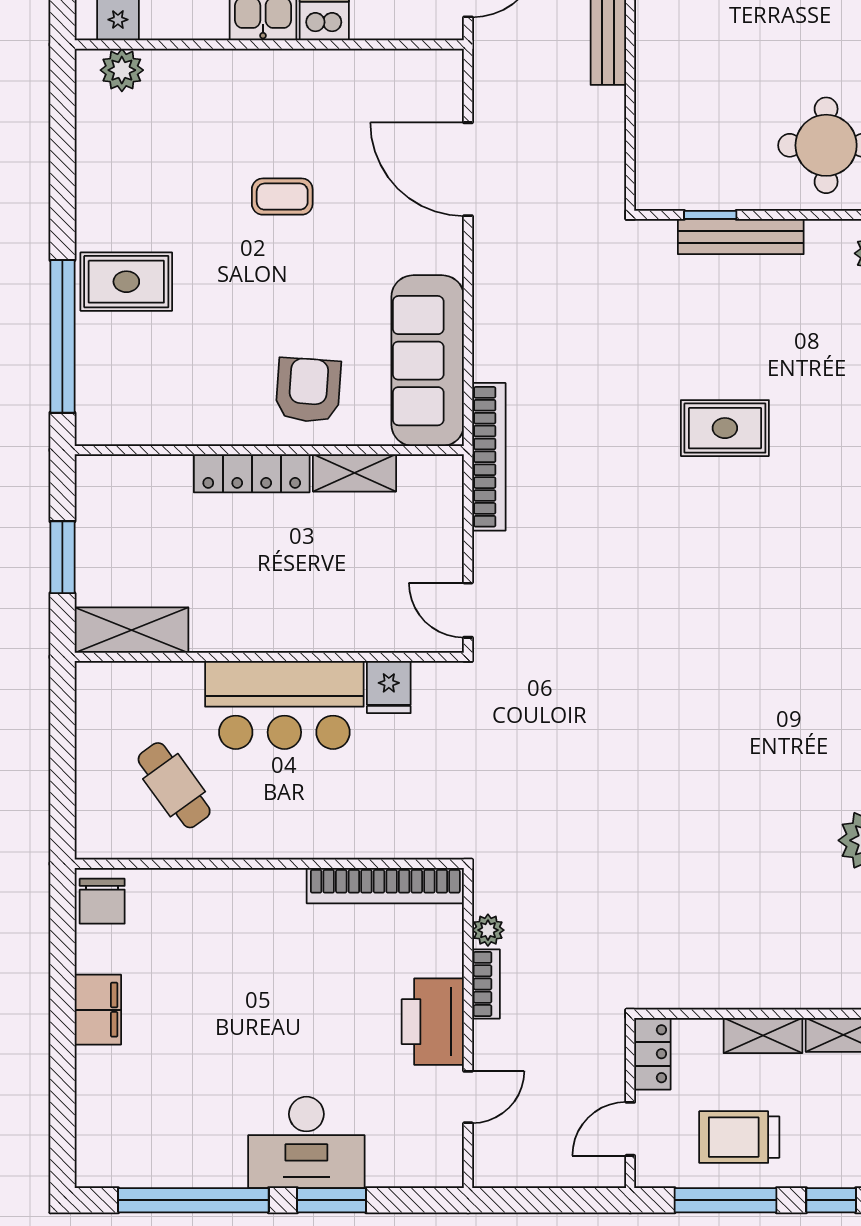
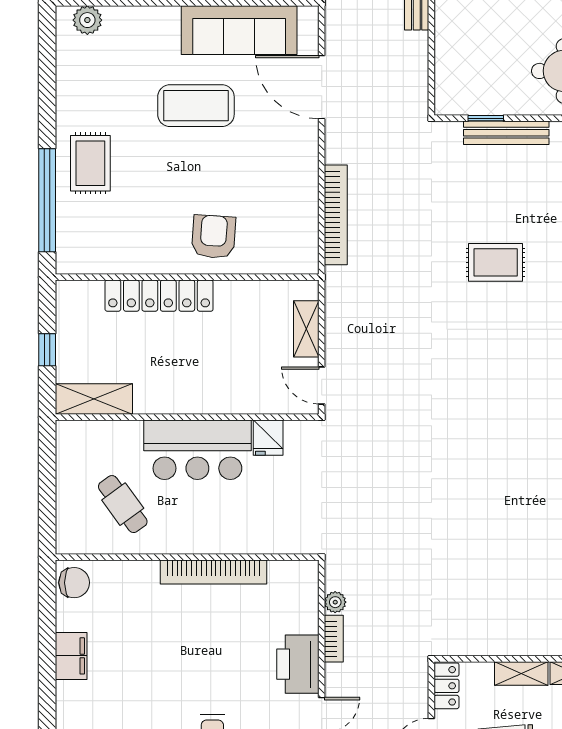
coffee table: (282, 197) -> (196, 106), width x1.86, depth x1.72
rug: (126, 282) -> (90, 163), turned 90
sofa: (428, 361) -> (239, 30), moved, turned -90
bookcase: (489, 457) -> (336, 215), moved
locker: (252, 473) -> (159, 296), width x1.41, depth x1.21
shelving: (354, 473) -> (306, 329), moved, turned 90
window: (62, 557) -> (47, 350), width x0.67
bookcase: (385, 886) -> (213, 572), moved
chair: (102, 901) -> (74, 583), turned -90

